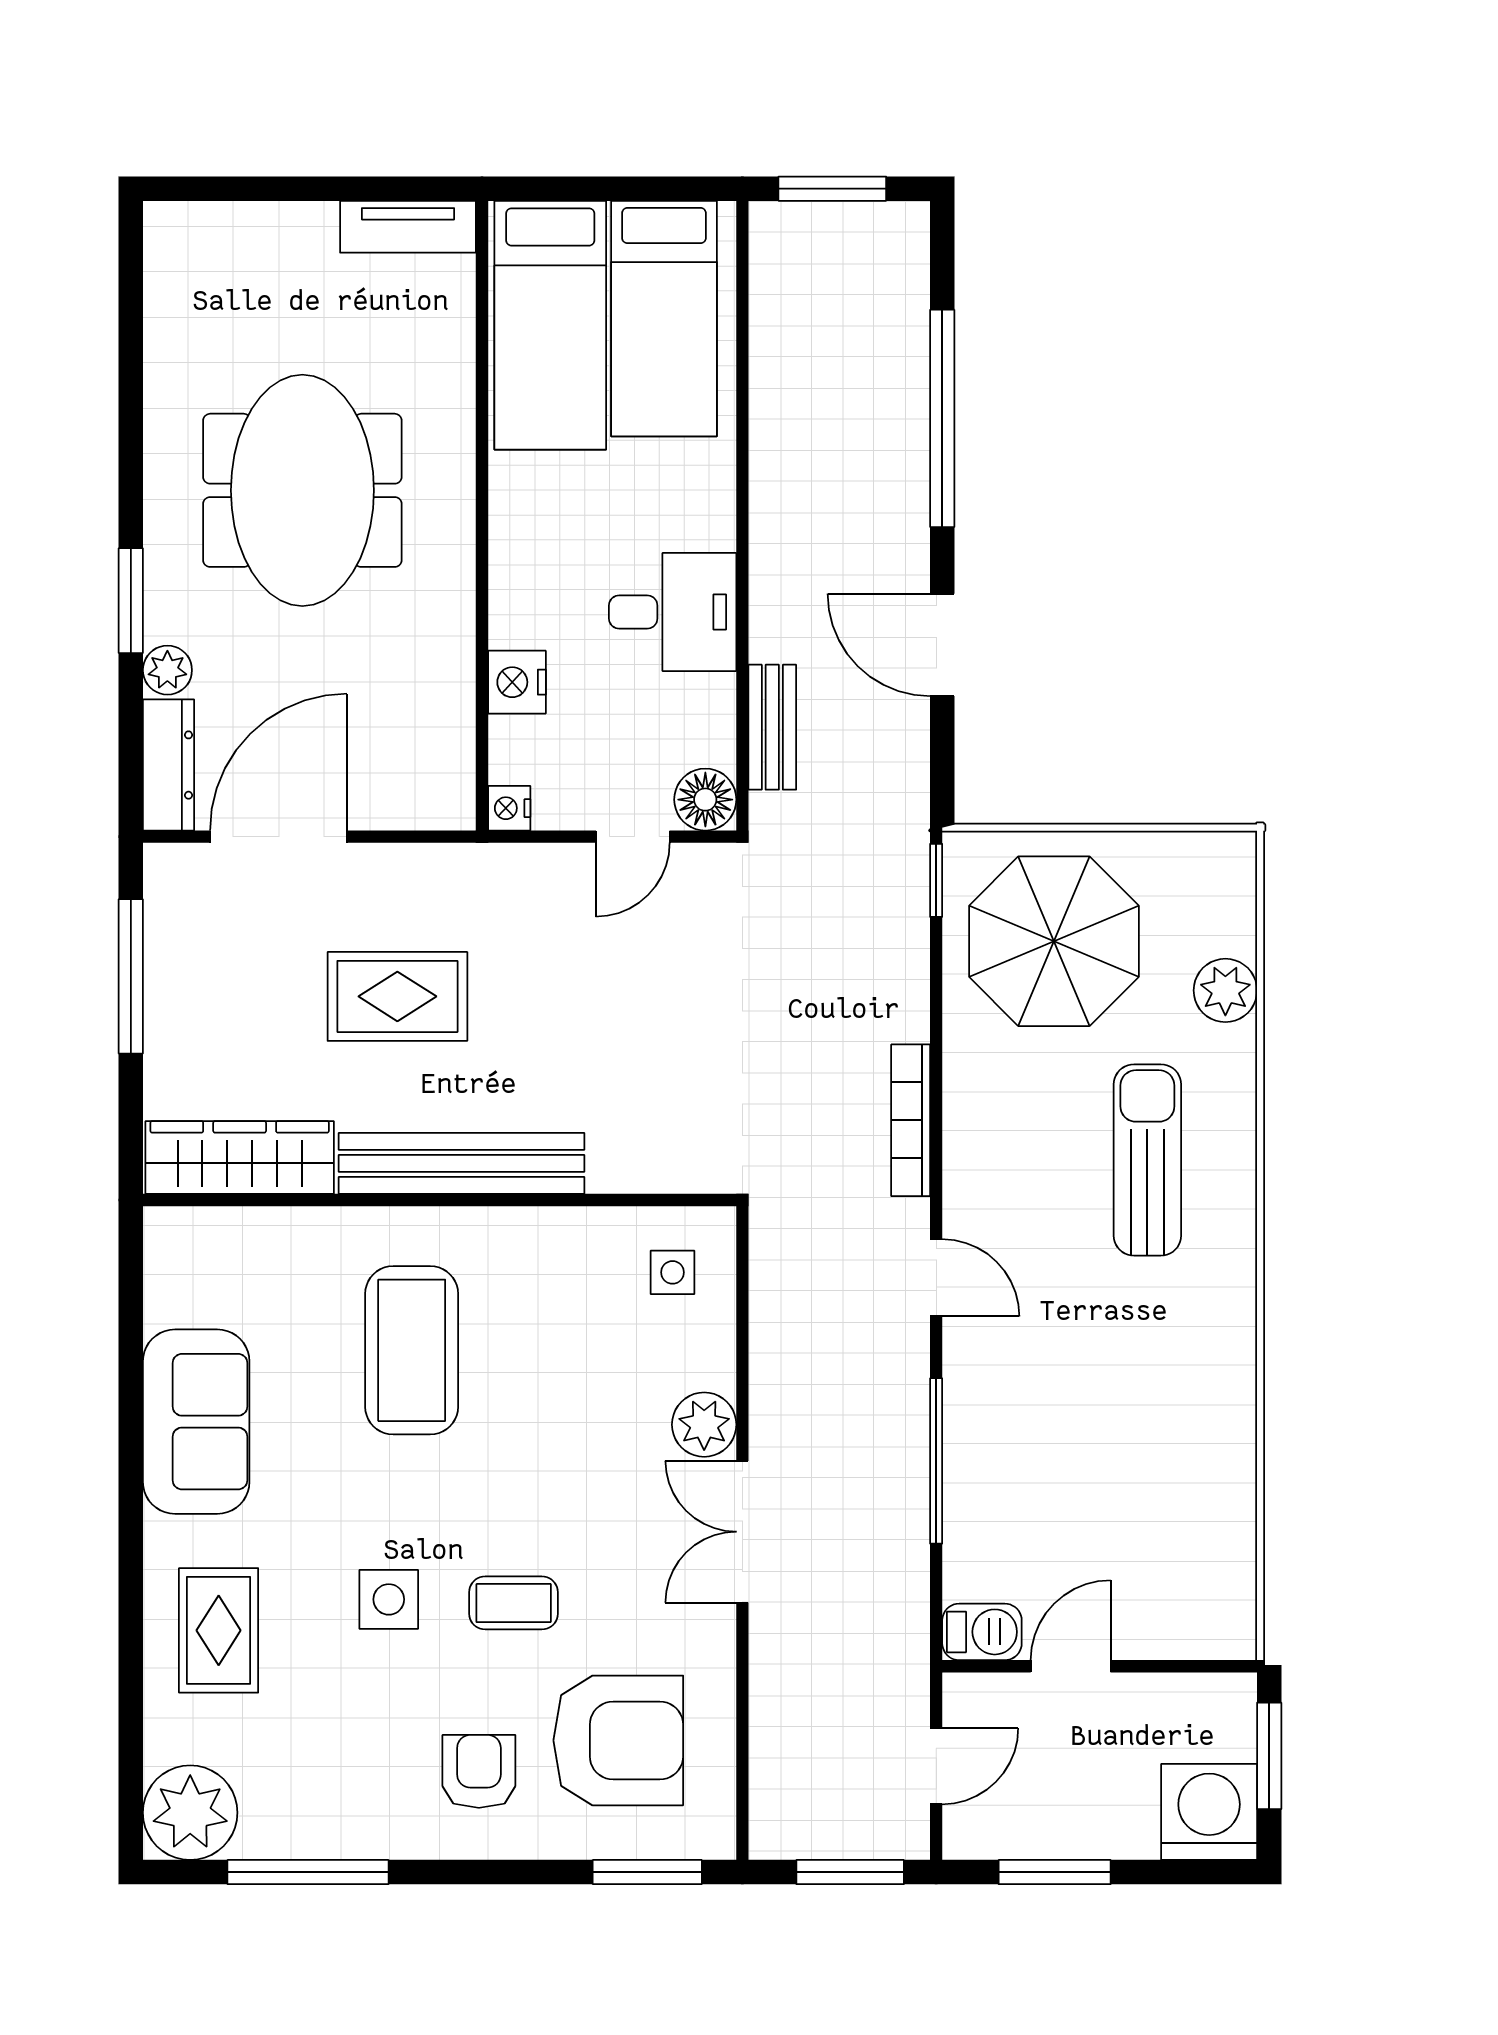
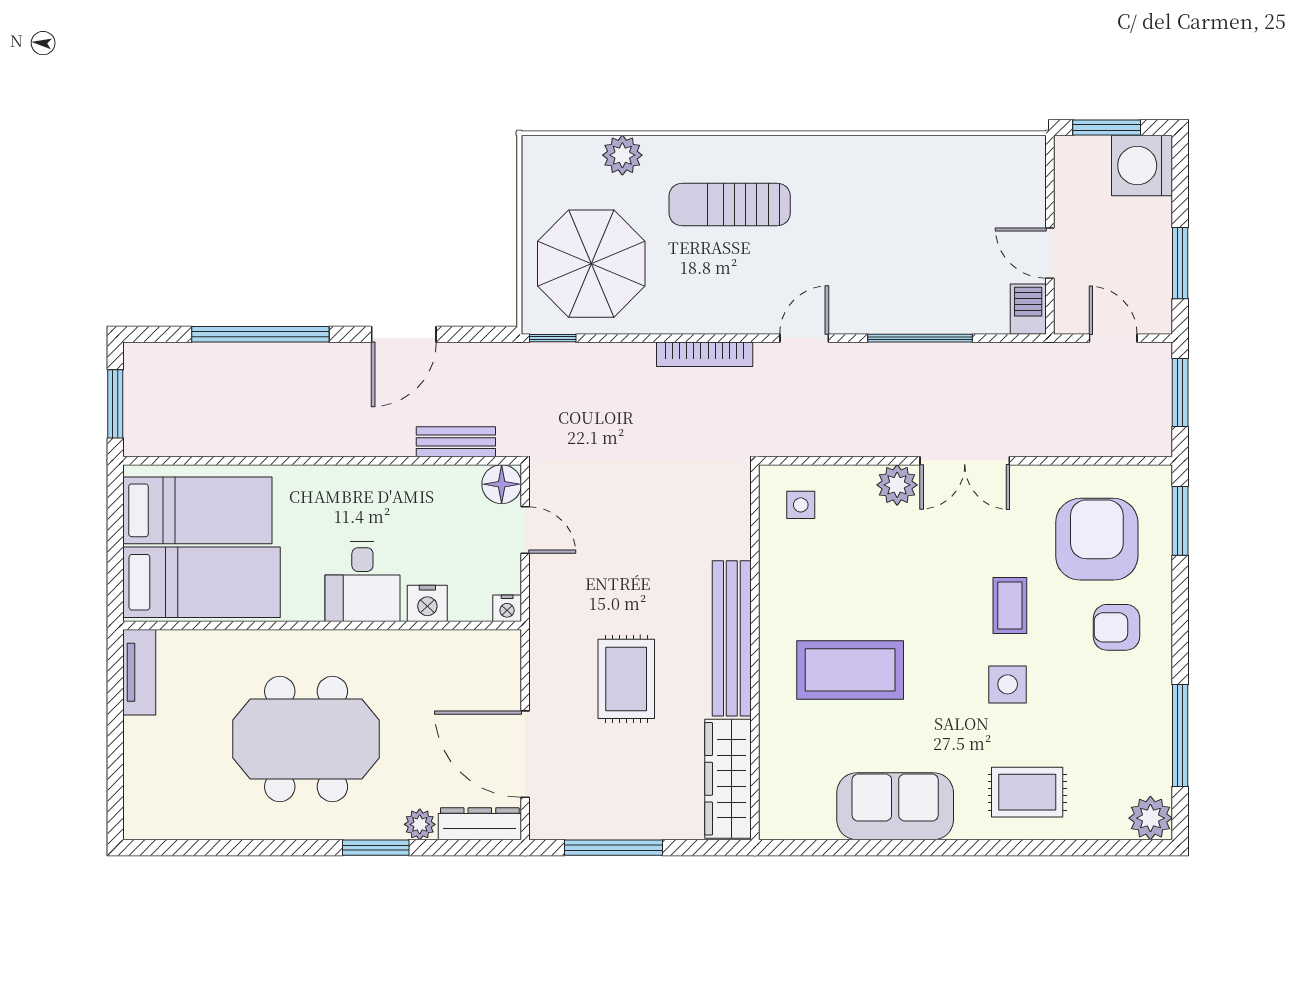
desk: (673, 612) -> (362, 581), moved, turned 180
plant: (190, 1813) -> (1150, 818), width x0.73, depth x0.73

